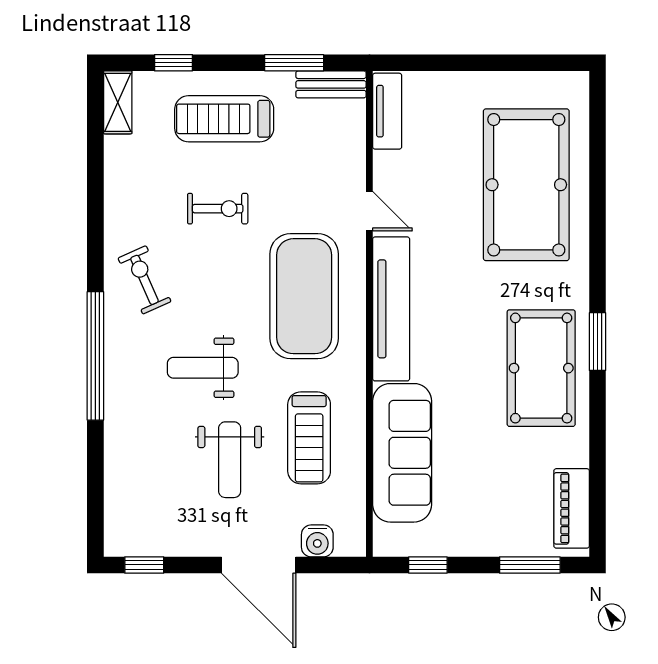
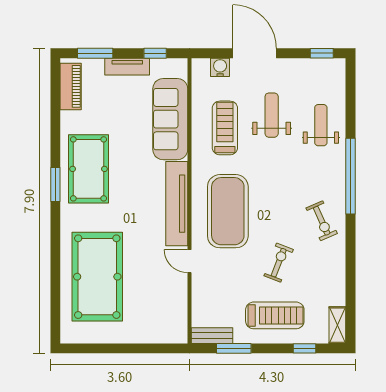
tv unit: (387, 111) -> (127, 67), moved, turned -90
exercise bike: (218, 209) -> (279, 263), turned 111
weight bench: (203, 368) -> (321, 125), moved, turned -90

